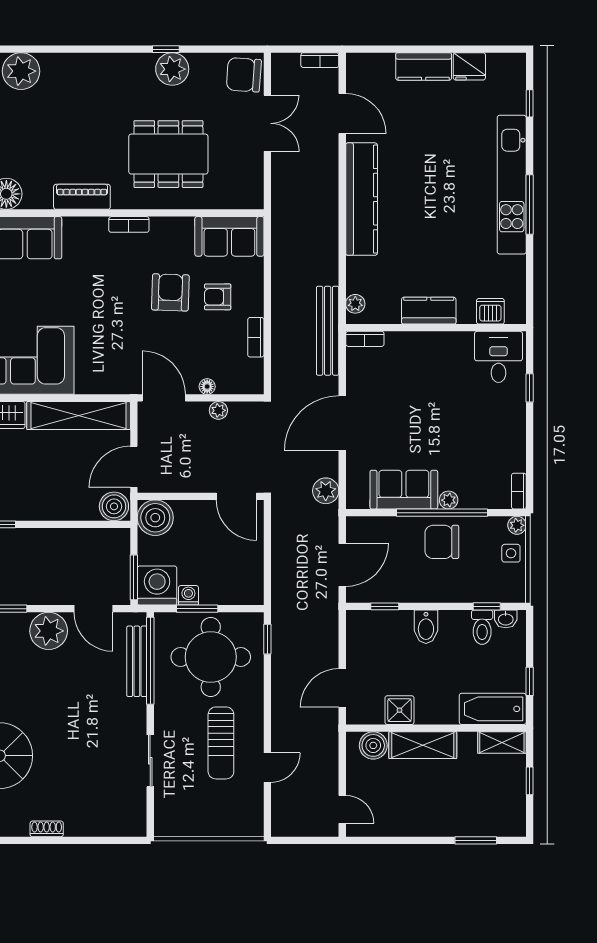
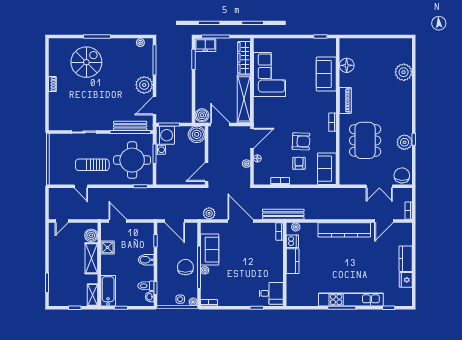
dishwasher: (490, 311) -> (292, 241), moved

